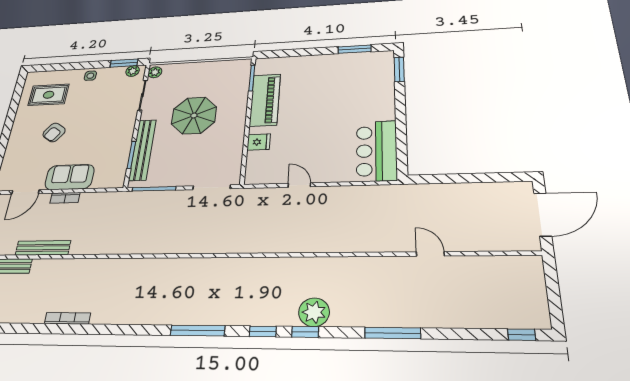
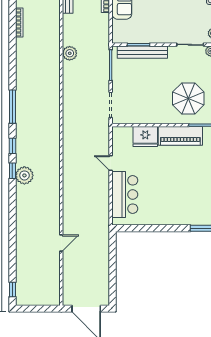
parasol: (194, 115) -> (188, 98), moved
fridge: (259, 142) -> (145, 136), width x1.88, depth x1.34
bar counter: (377, 151) -> (125, 194), moved, turned 90
door: (299, 185) -> (111, 163), swing flipped
plant: (127, 244) -> (70, 53), added
window: (393, 333) -> (12, 220), removed

